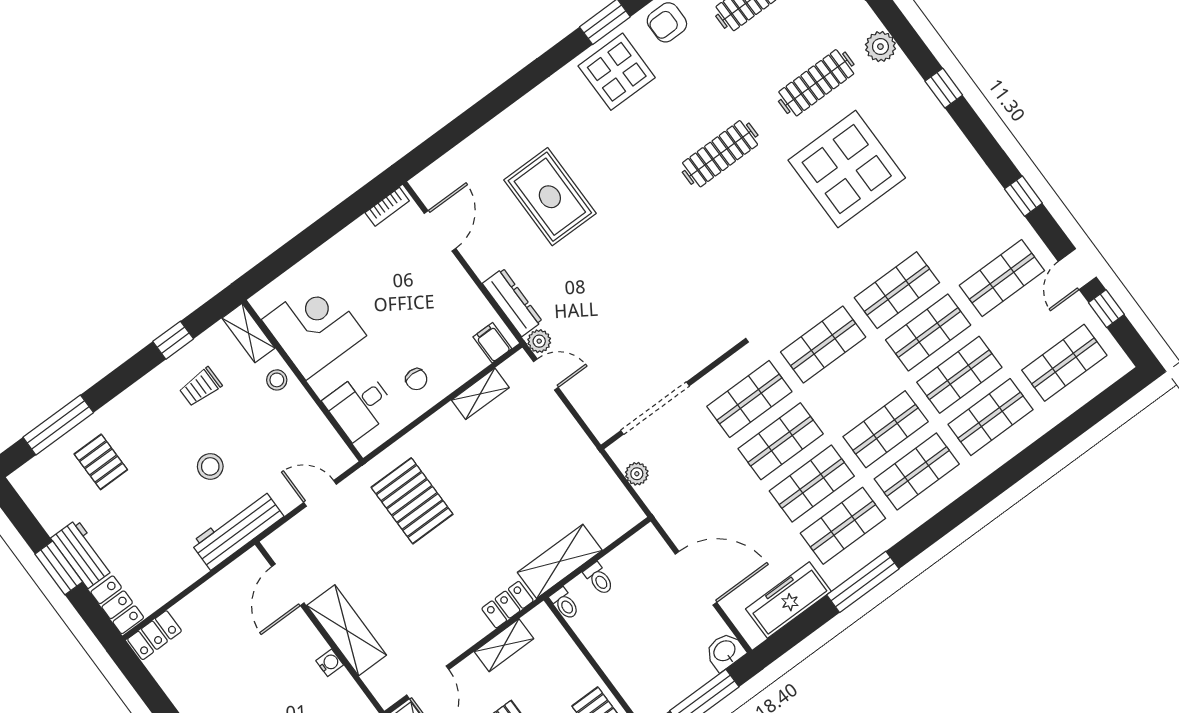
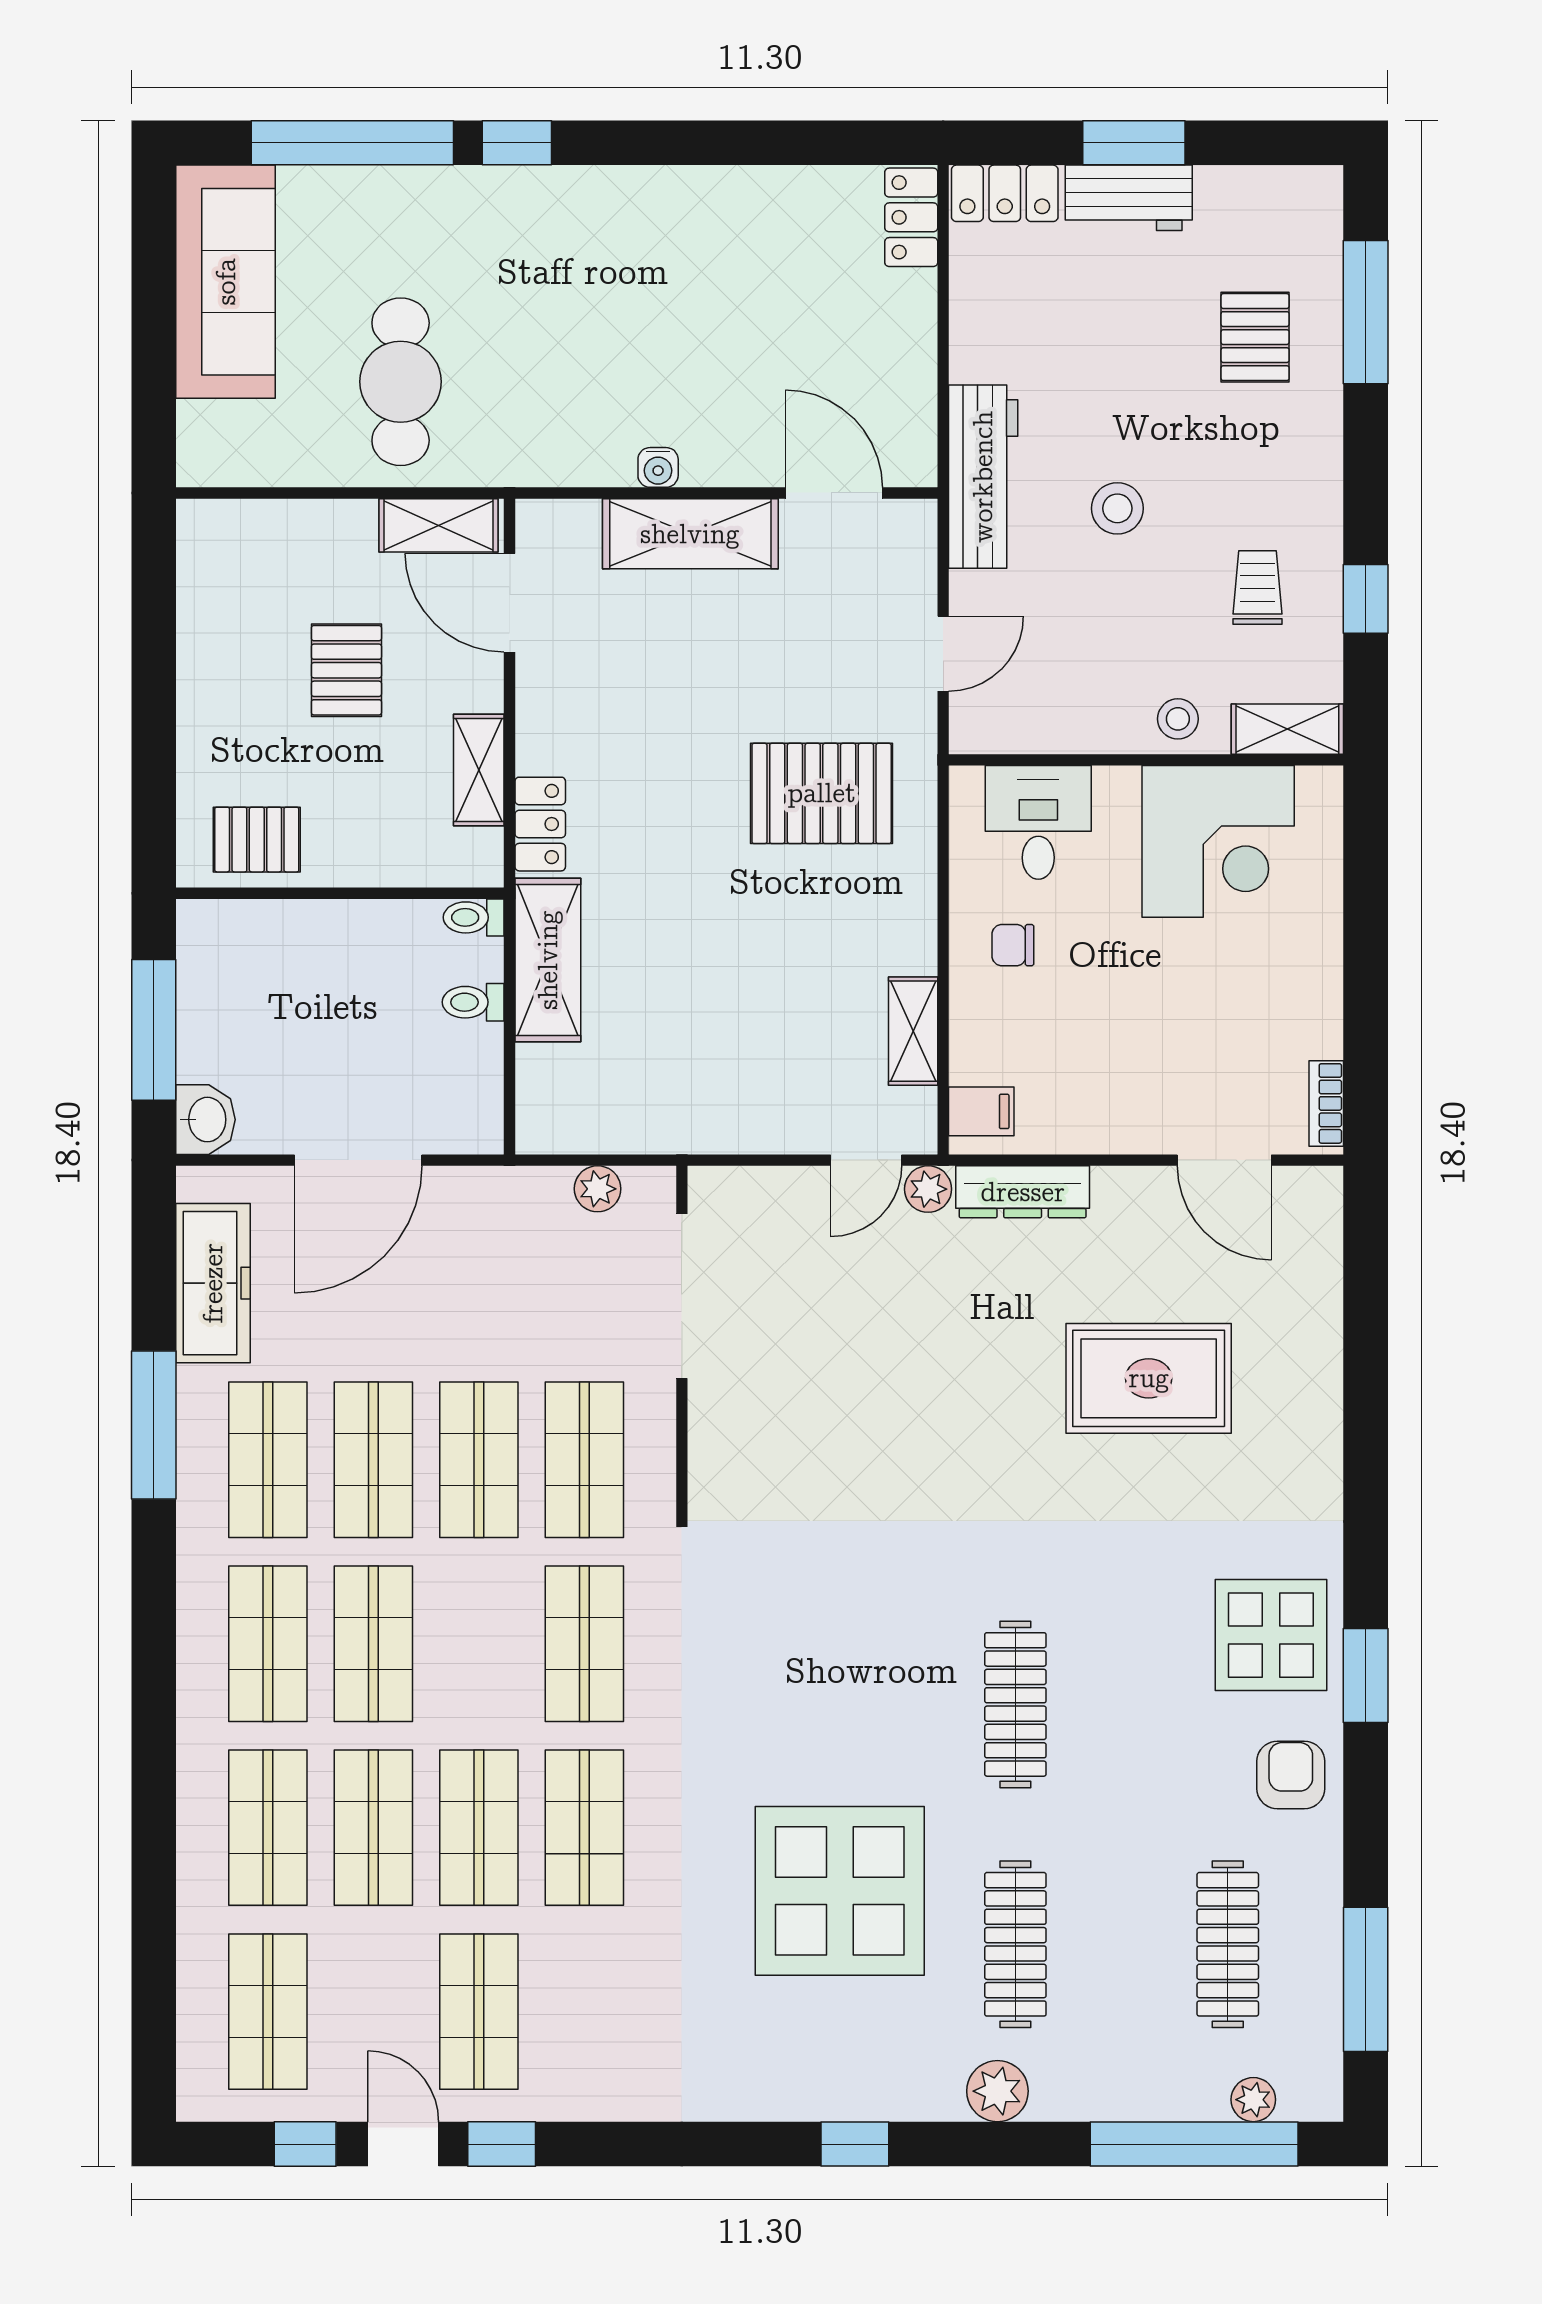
window: (1023, 196) -> (502, 2144), moved
pallet: (101, 462) -> (1255, 337), turned 90

